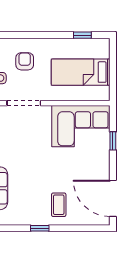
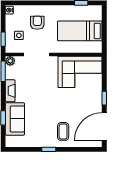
window: (113, 141) -> (104, 98), moved
door: (113, 198) -> (104, 127), hinge flipped

